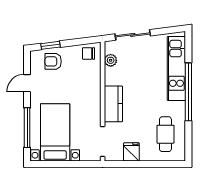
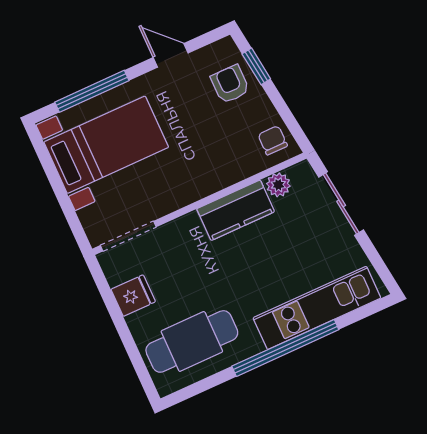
kitchen counter: (113, 104) -> (236, 210), moved
cafe table: (165, 134) -> (192, 341), width x1.37, depth x1.35

